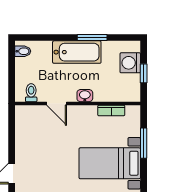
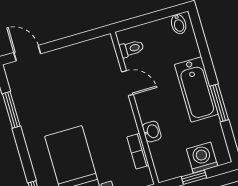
washbasin: (85, 96) -> (152, 132), moved
door: (57, 104) -> (127, 83), swing flipped

